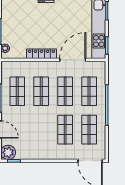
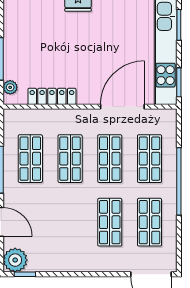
locker: (41, 54) -> (52, 96), moved

